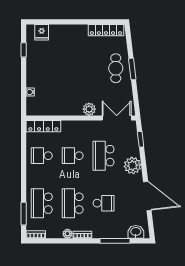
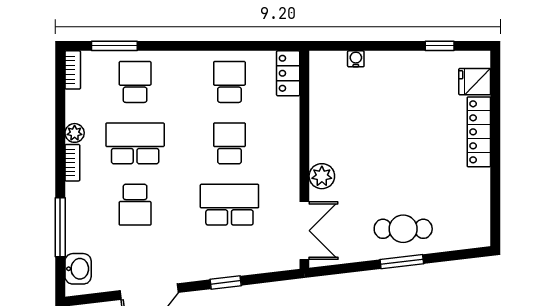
locker: (106, 30) -> (479, 132), moved
locker: (43, 126) -> (288, 73), width x0.66
window: (141, 139) -> (226, 282), moved
plant: (133, 166) -> (210, 262), removed
school desk: (42, 203) -> (135, 82), width x0.54

